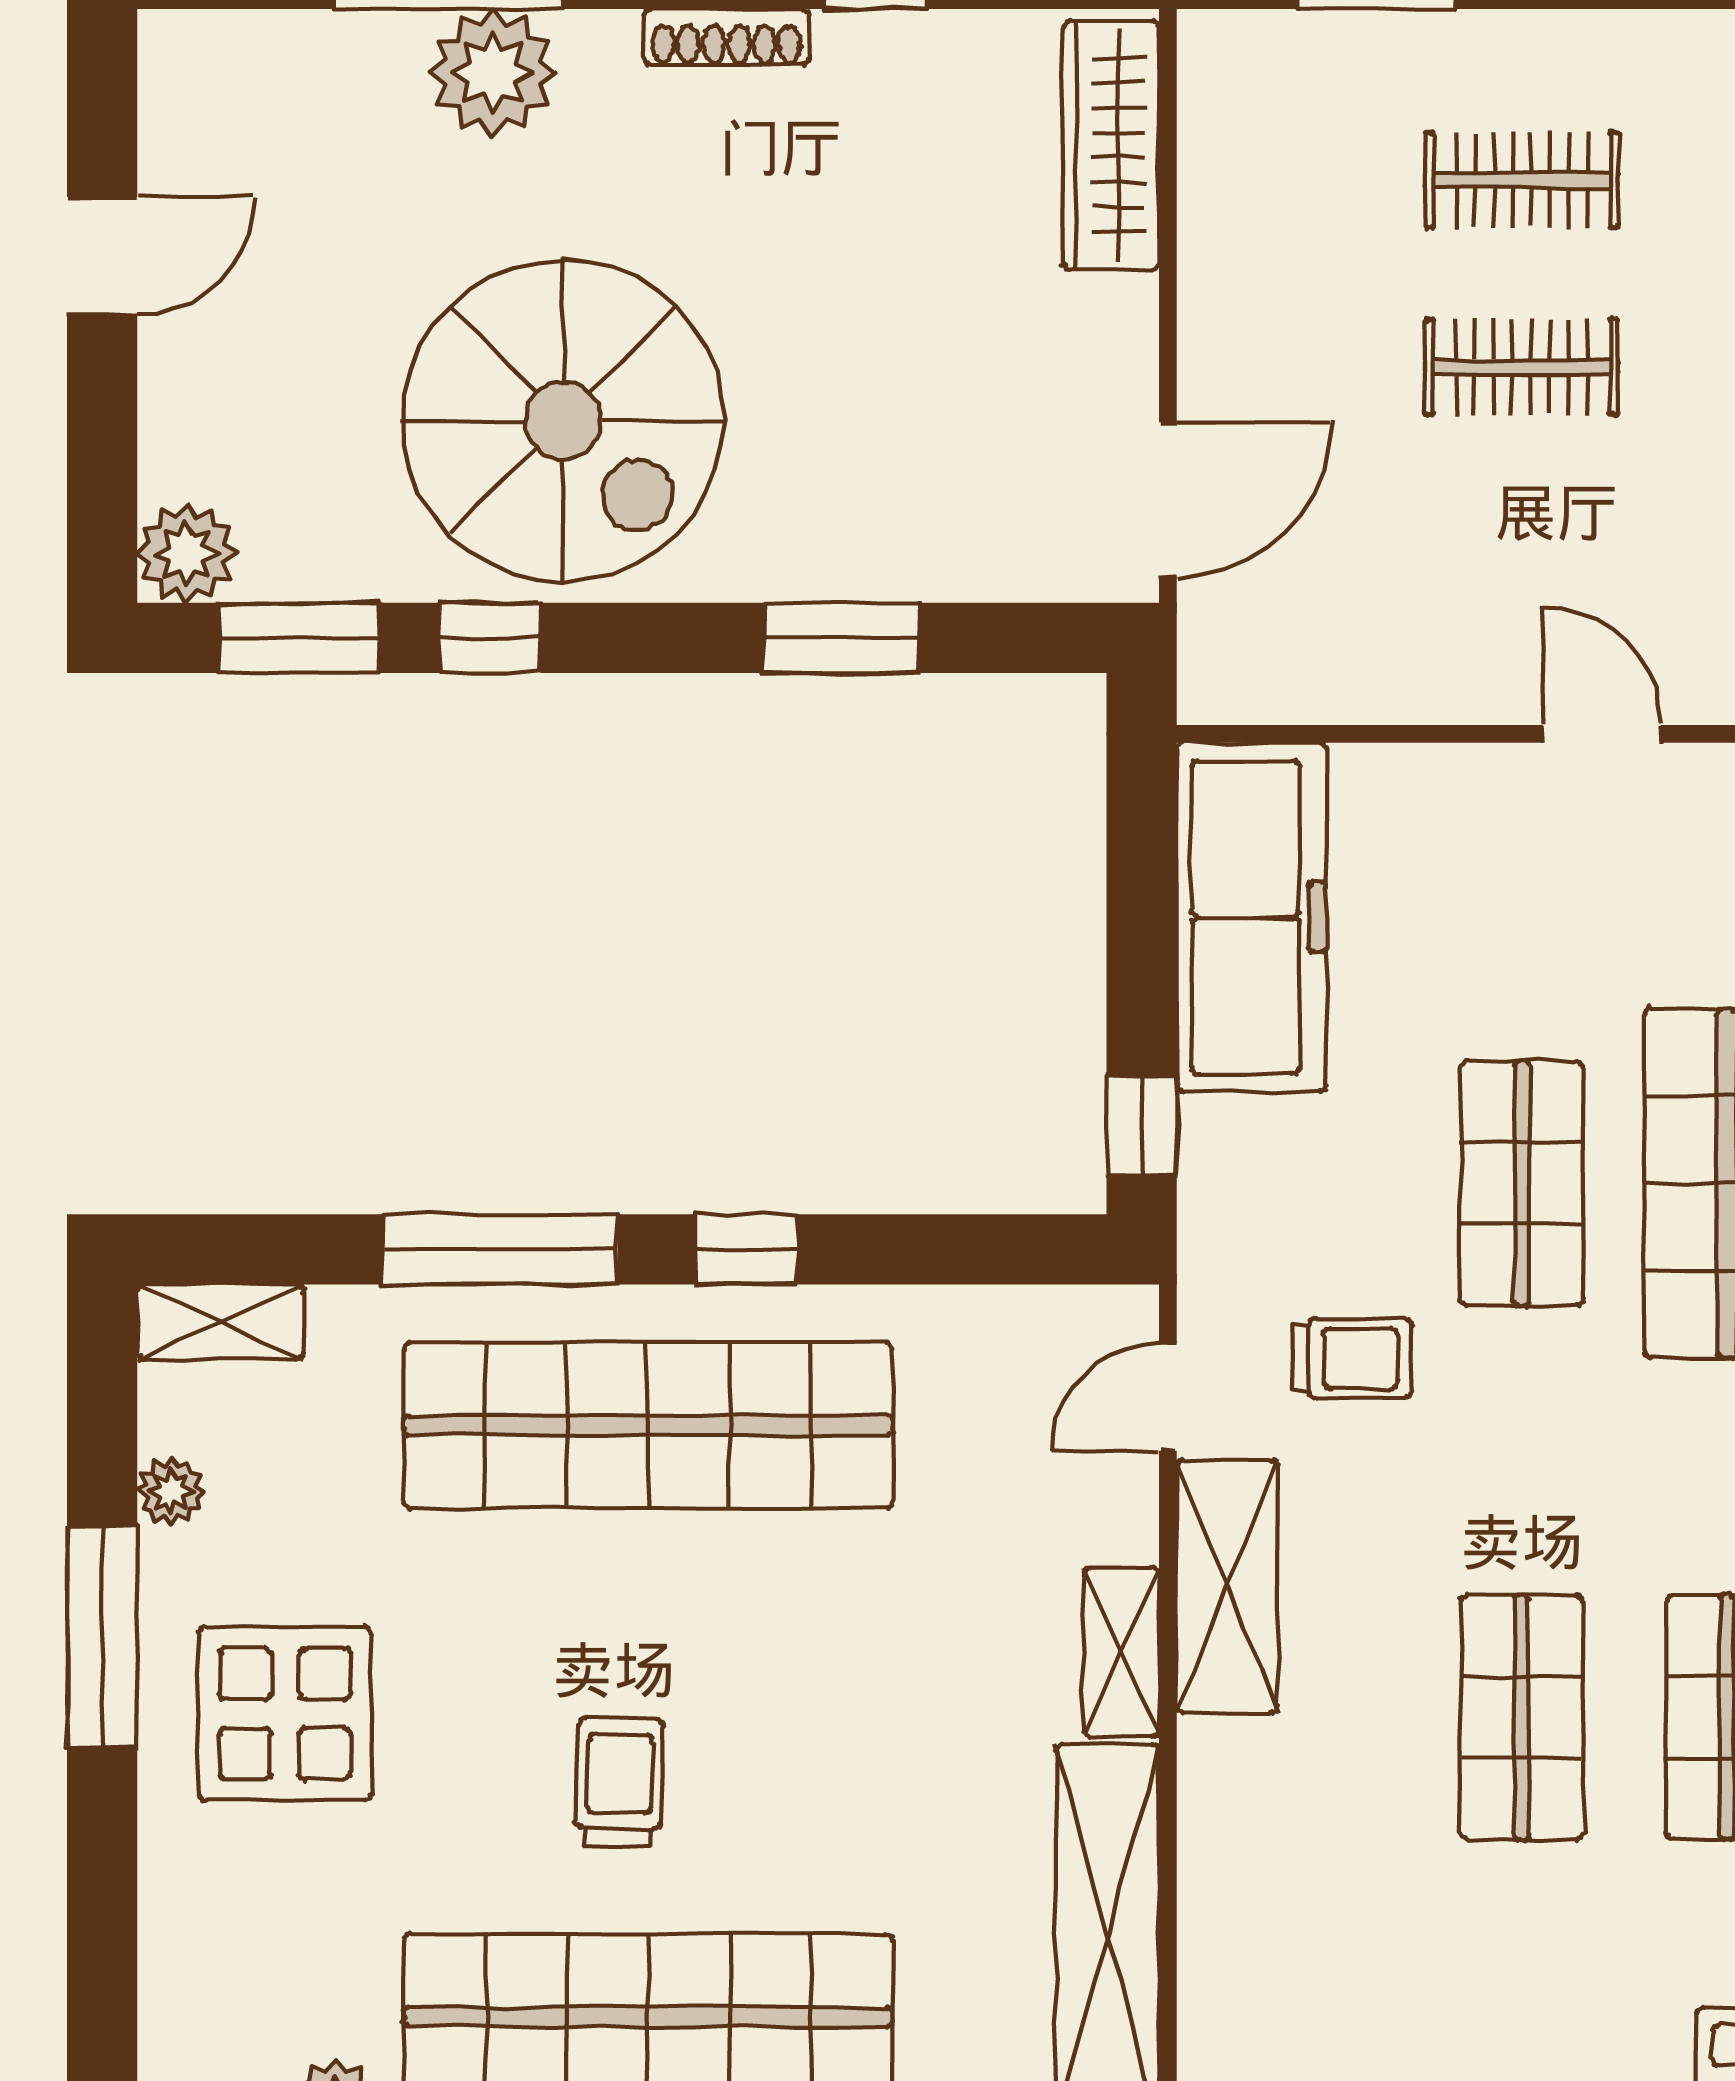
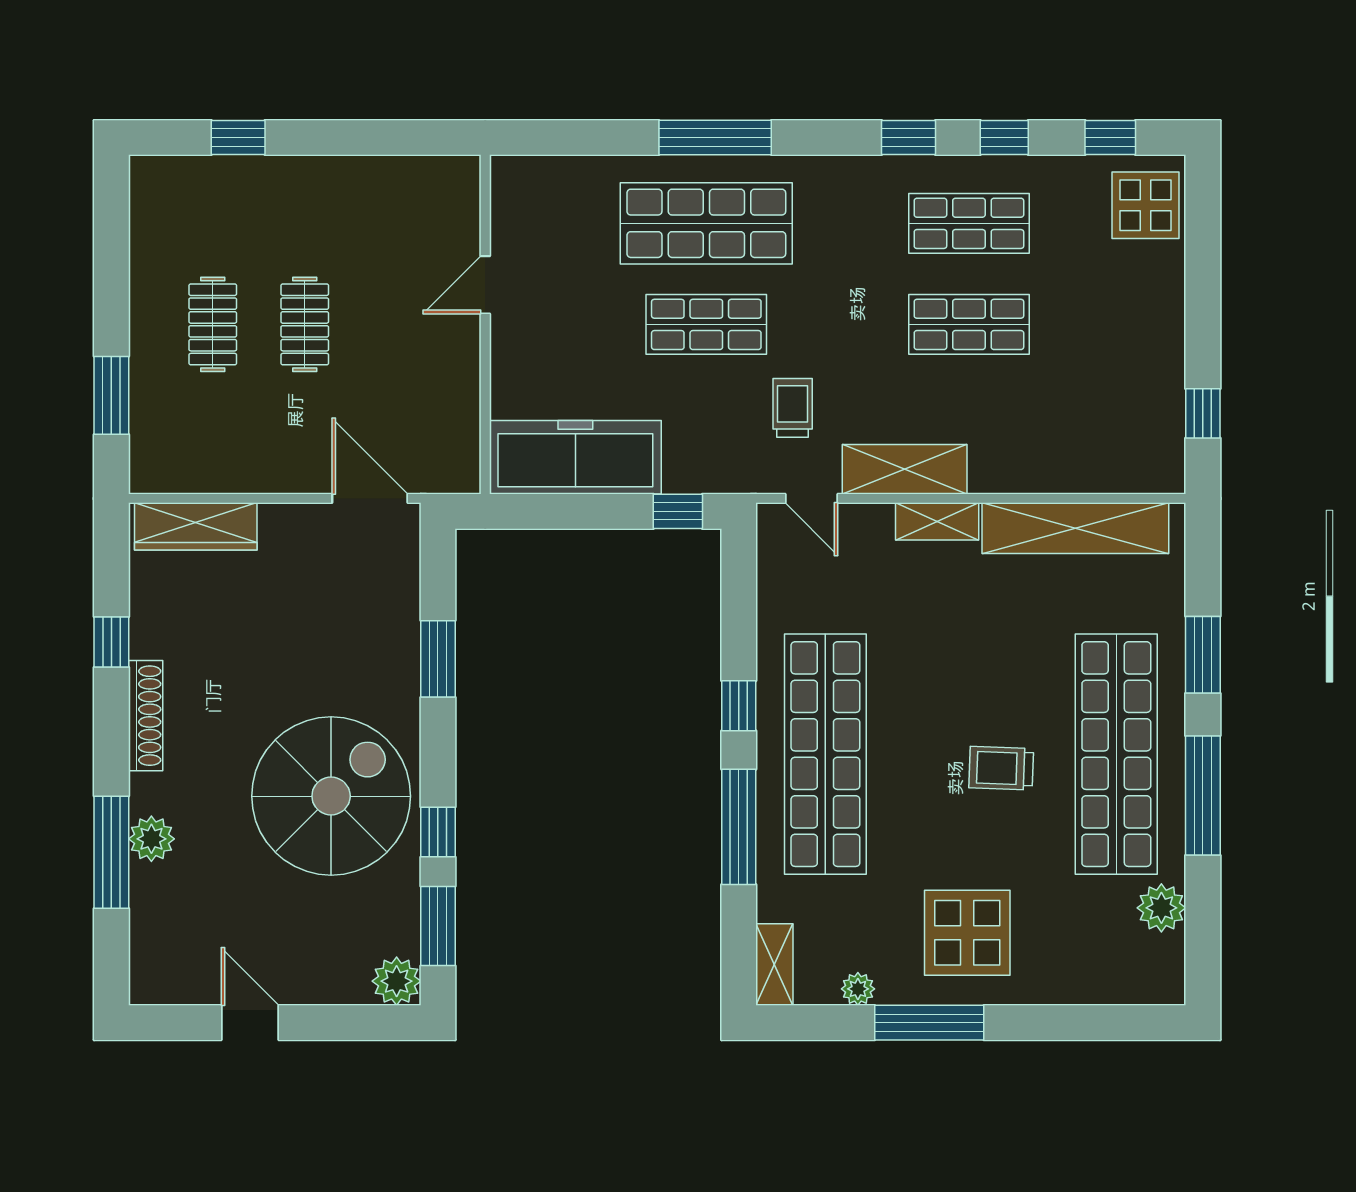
shoe rack: (726, 37) -> (146, 716), width x1.36, depth x1.24
plant: (493, 72) -> (151, 839), width x0.73, depth x0.73

